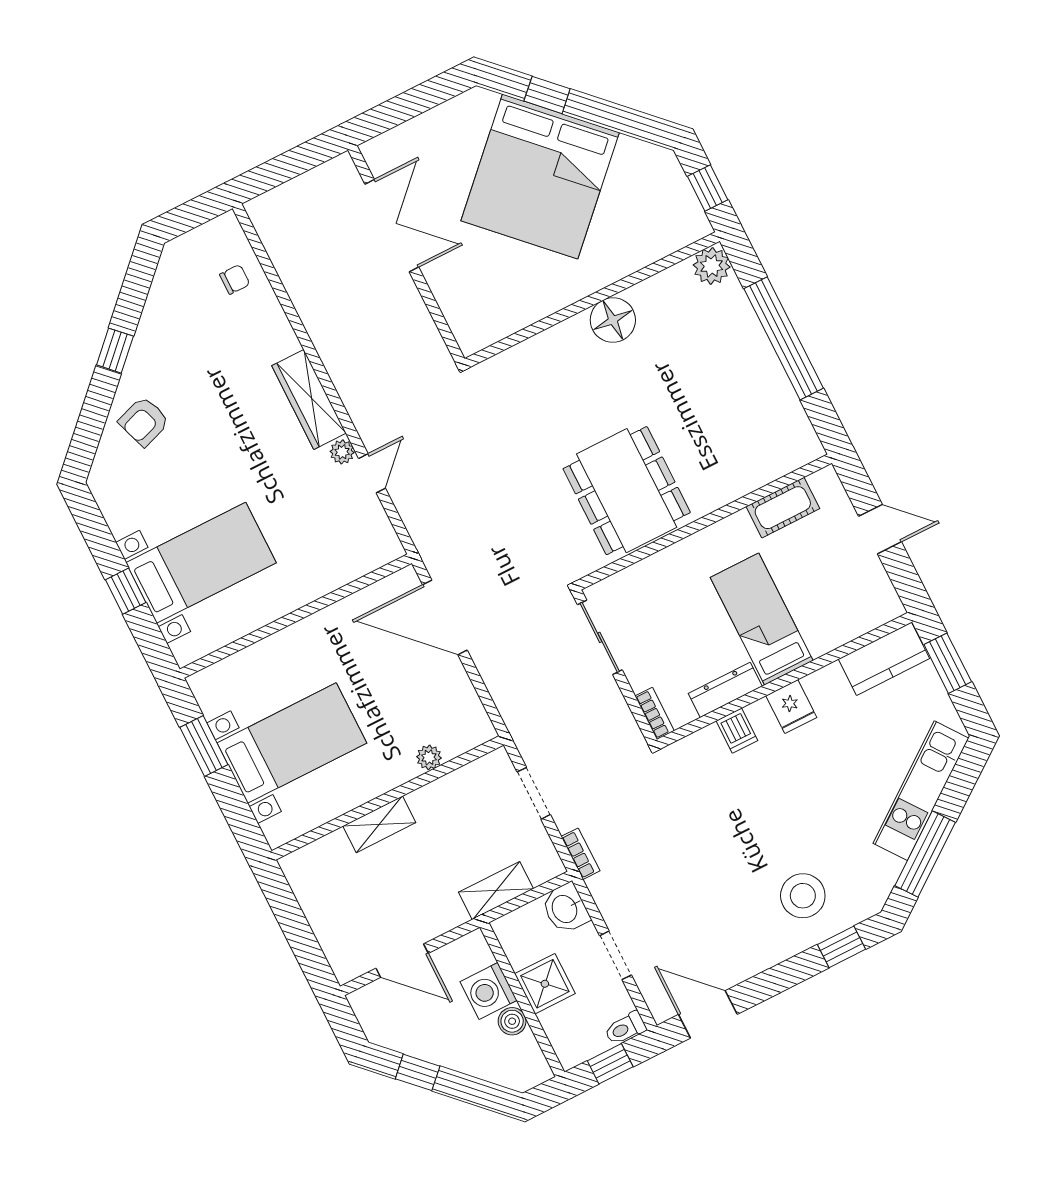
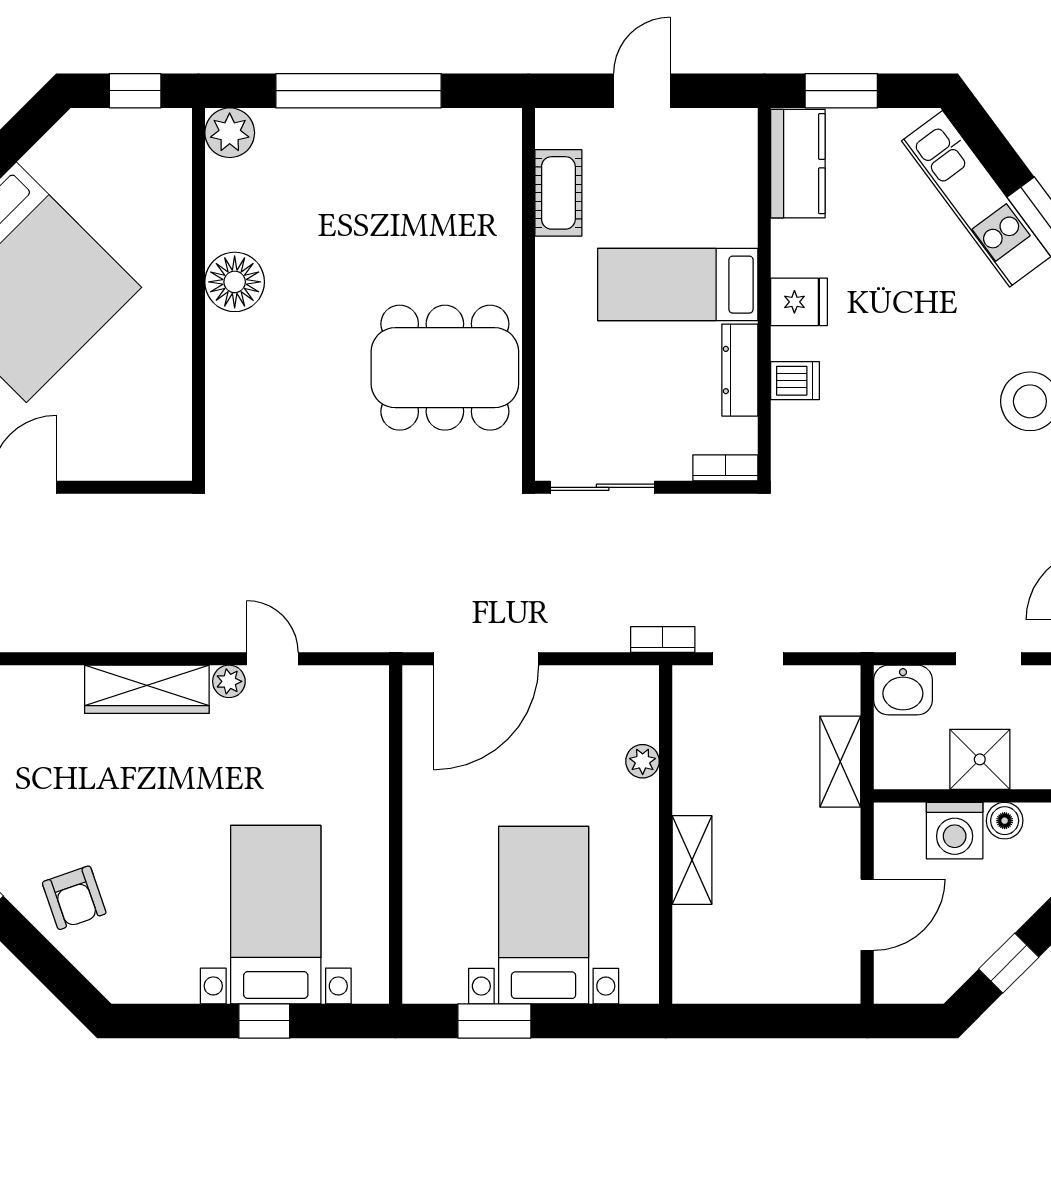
bookcase: (580, 854) -> (663, 639), moved

